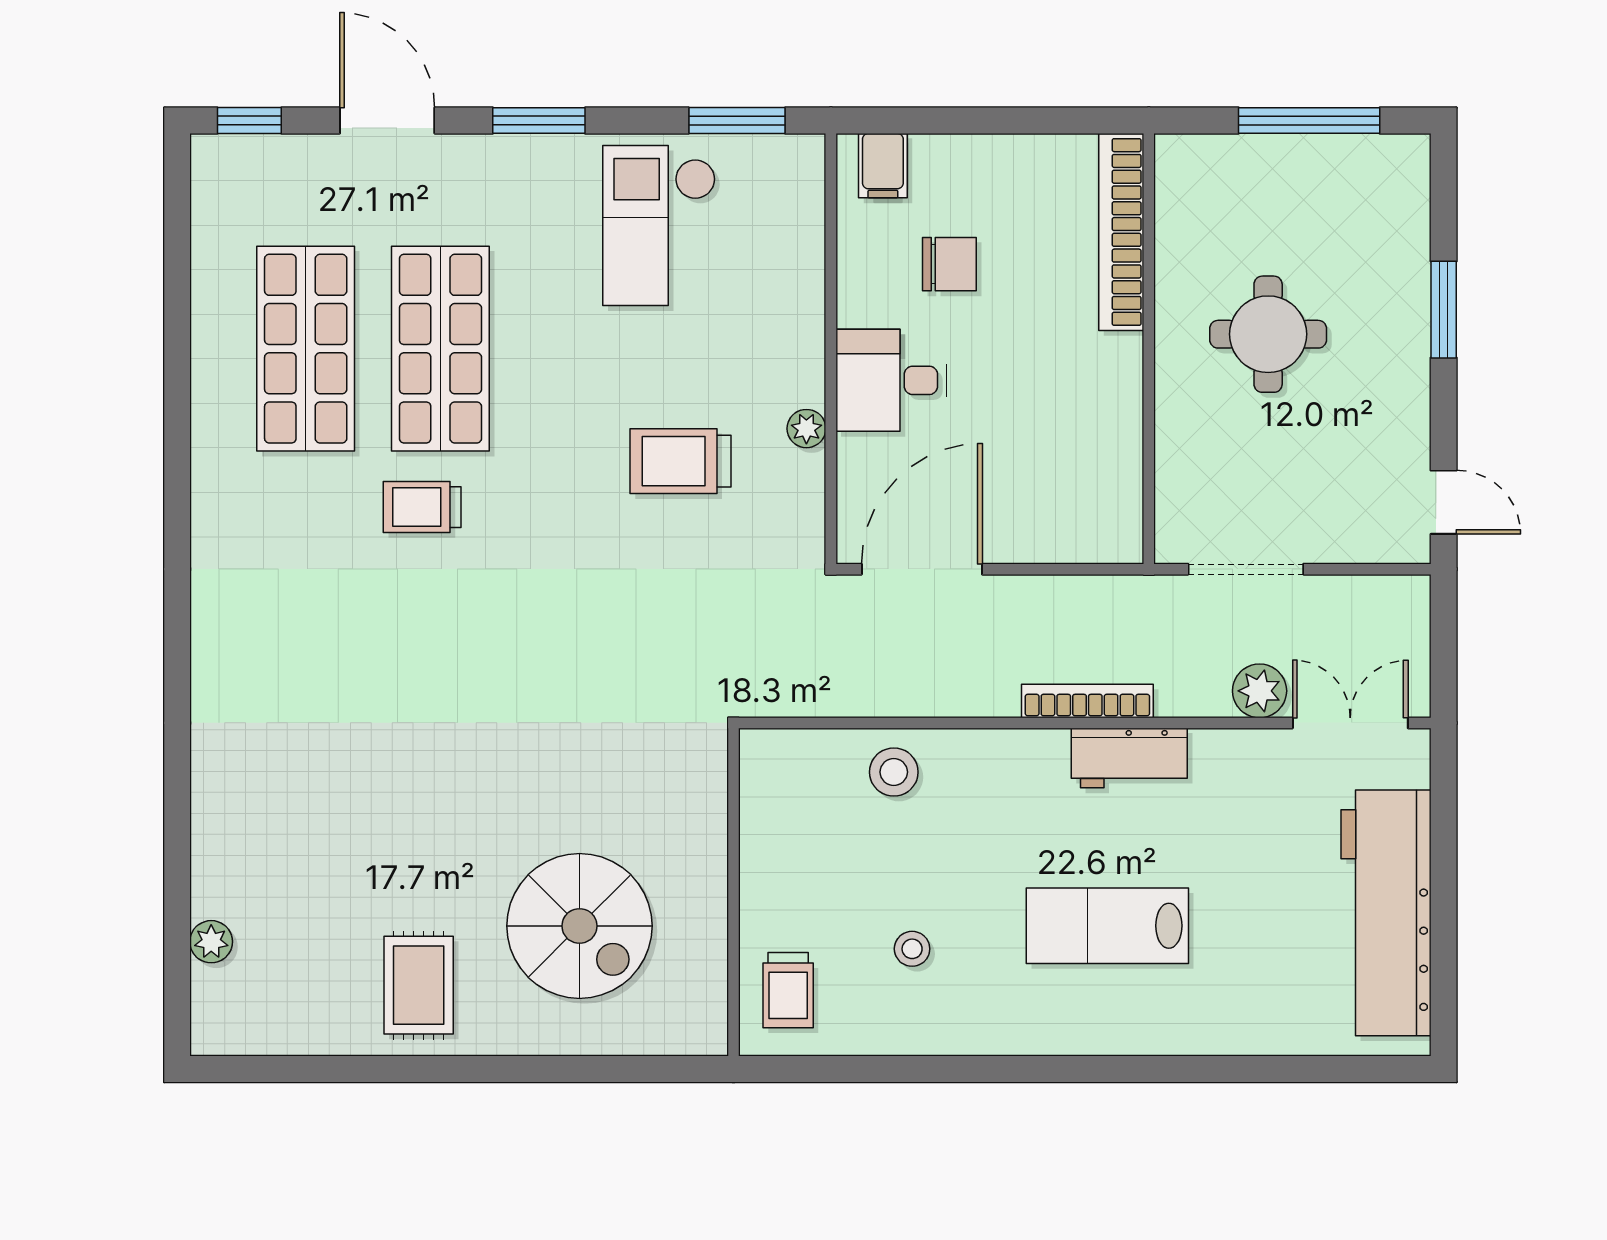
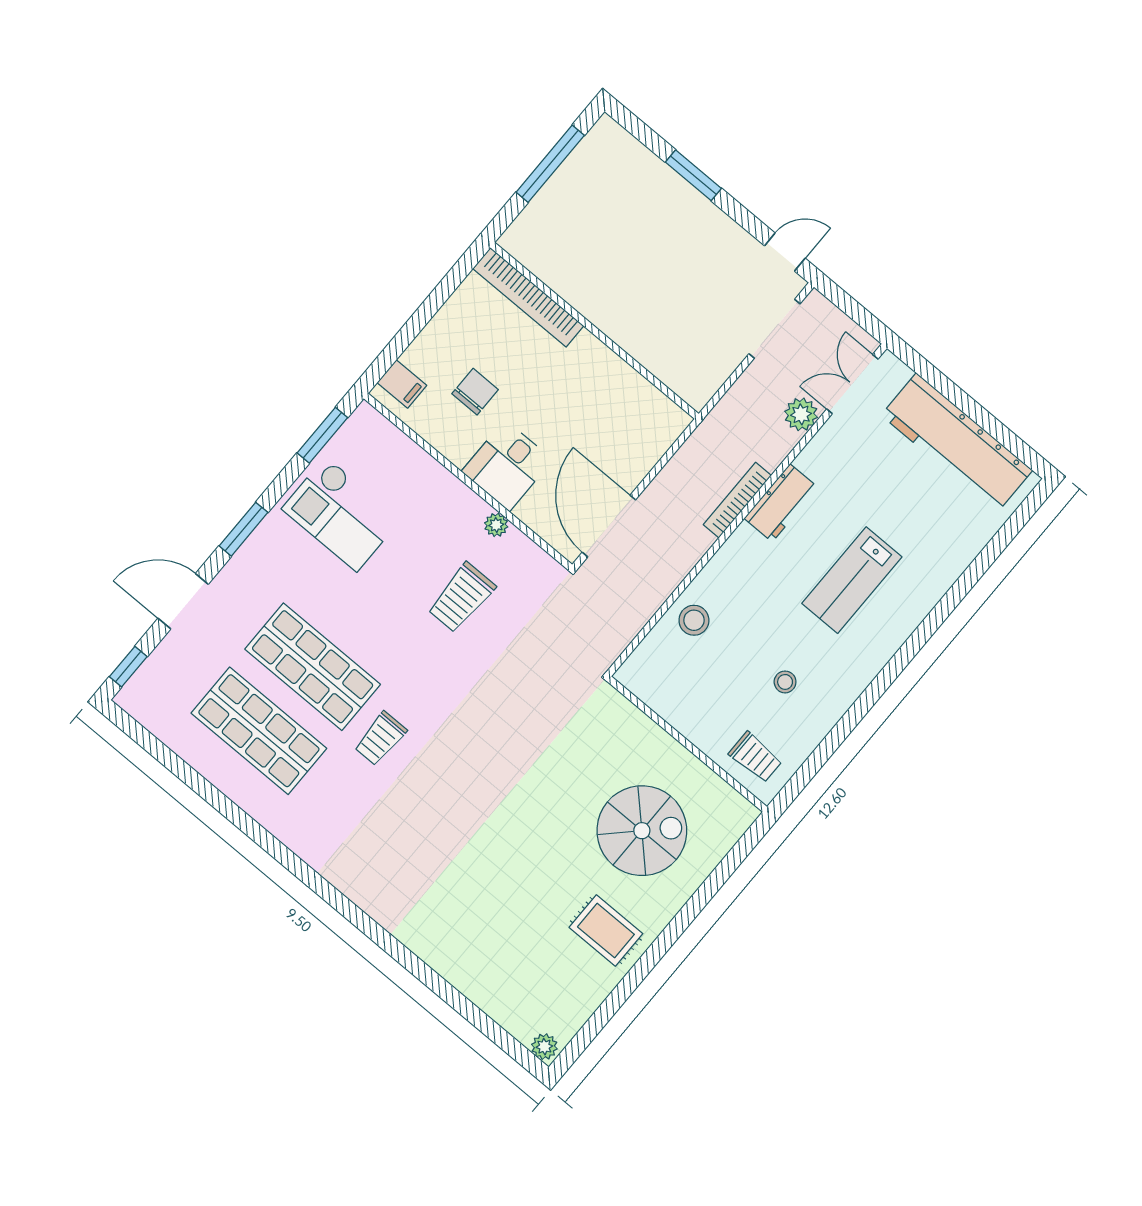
round table: (1268, 334) -> (635, 268), removed
doorway: (1246, 569) -> (774, 329), moved
plant: (211, 942) -> (544, 1047), moved

